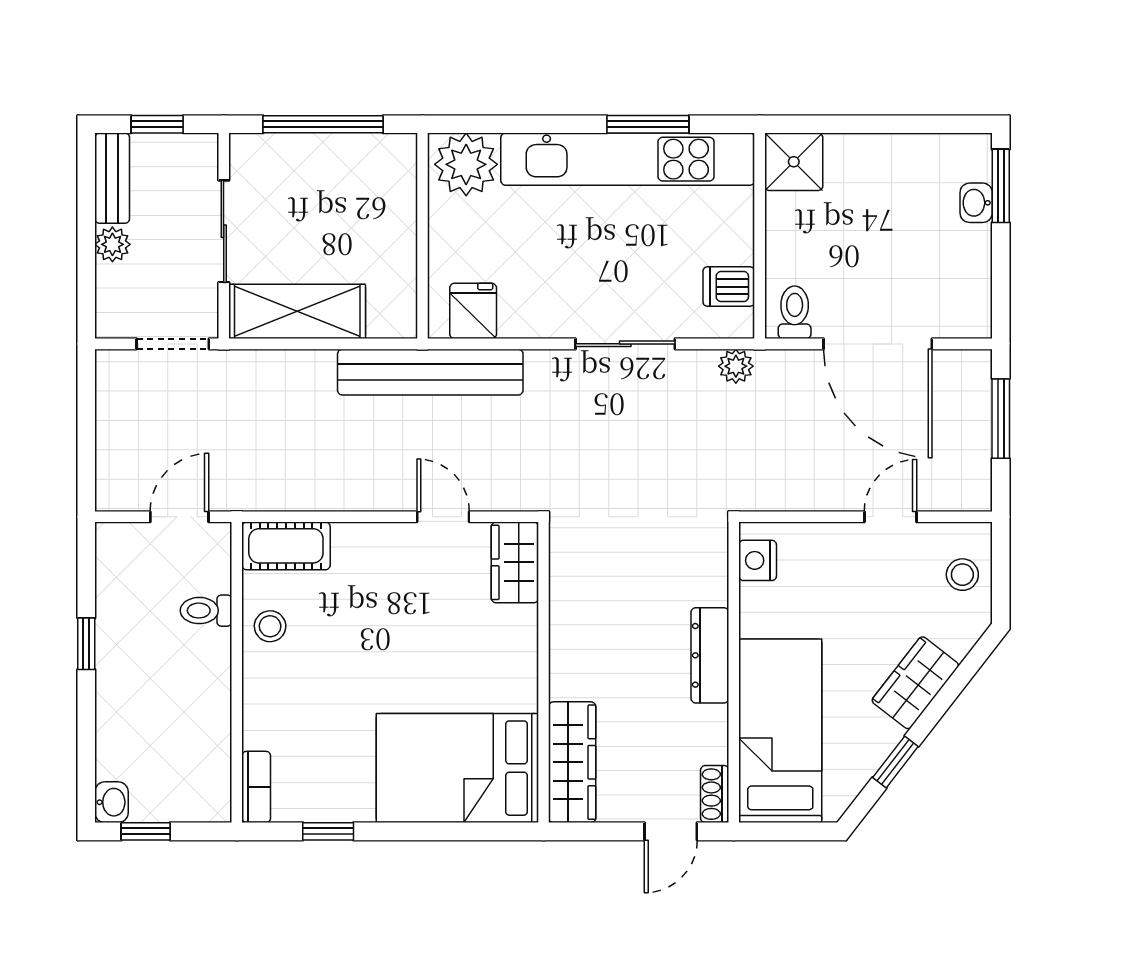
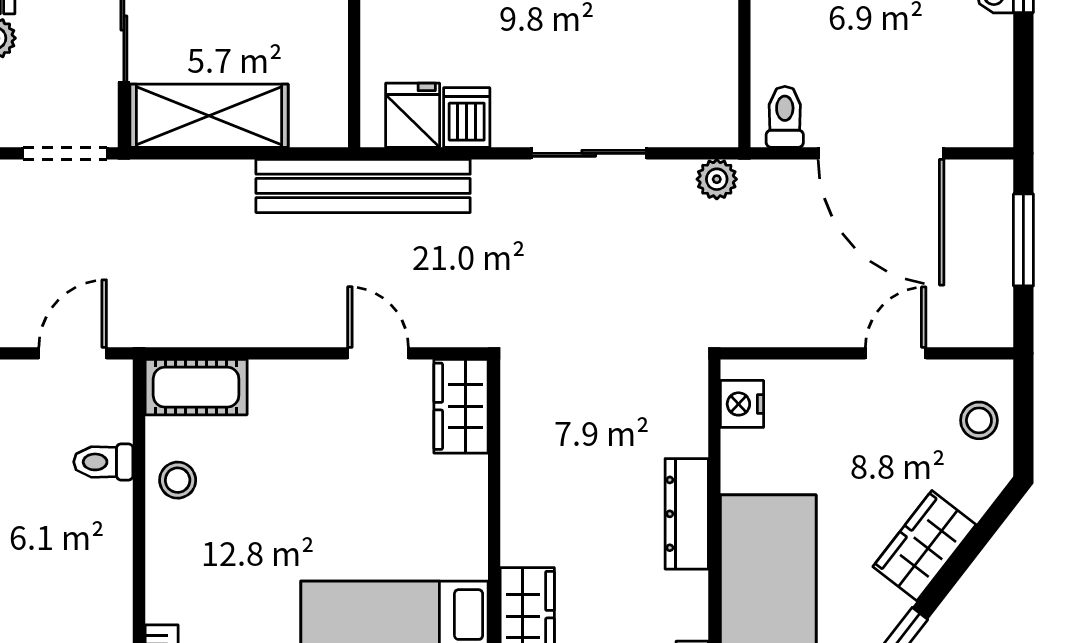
dishwasher: (729, 287) -> (467, 118), moved, turned 90

